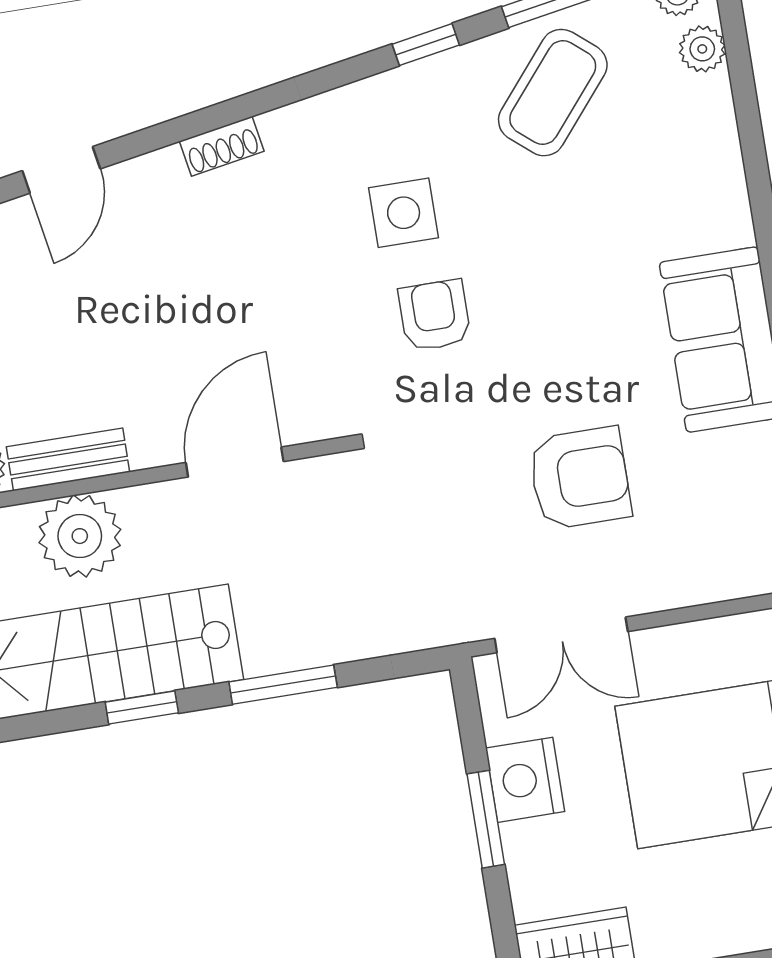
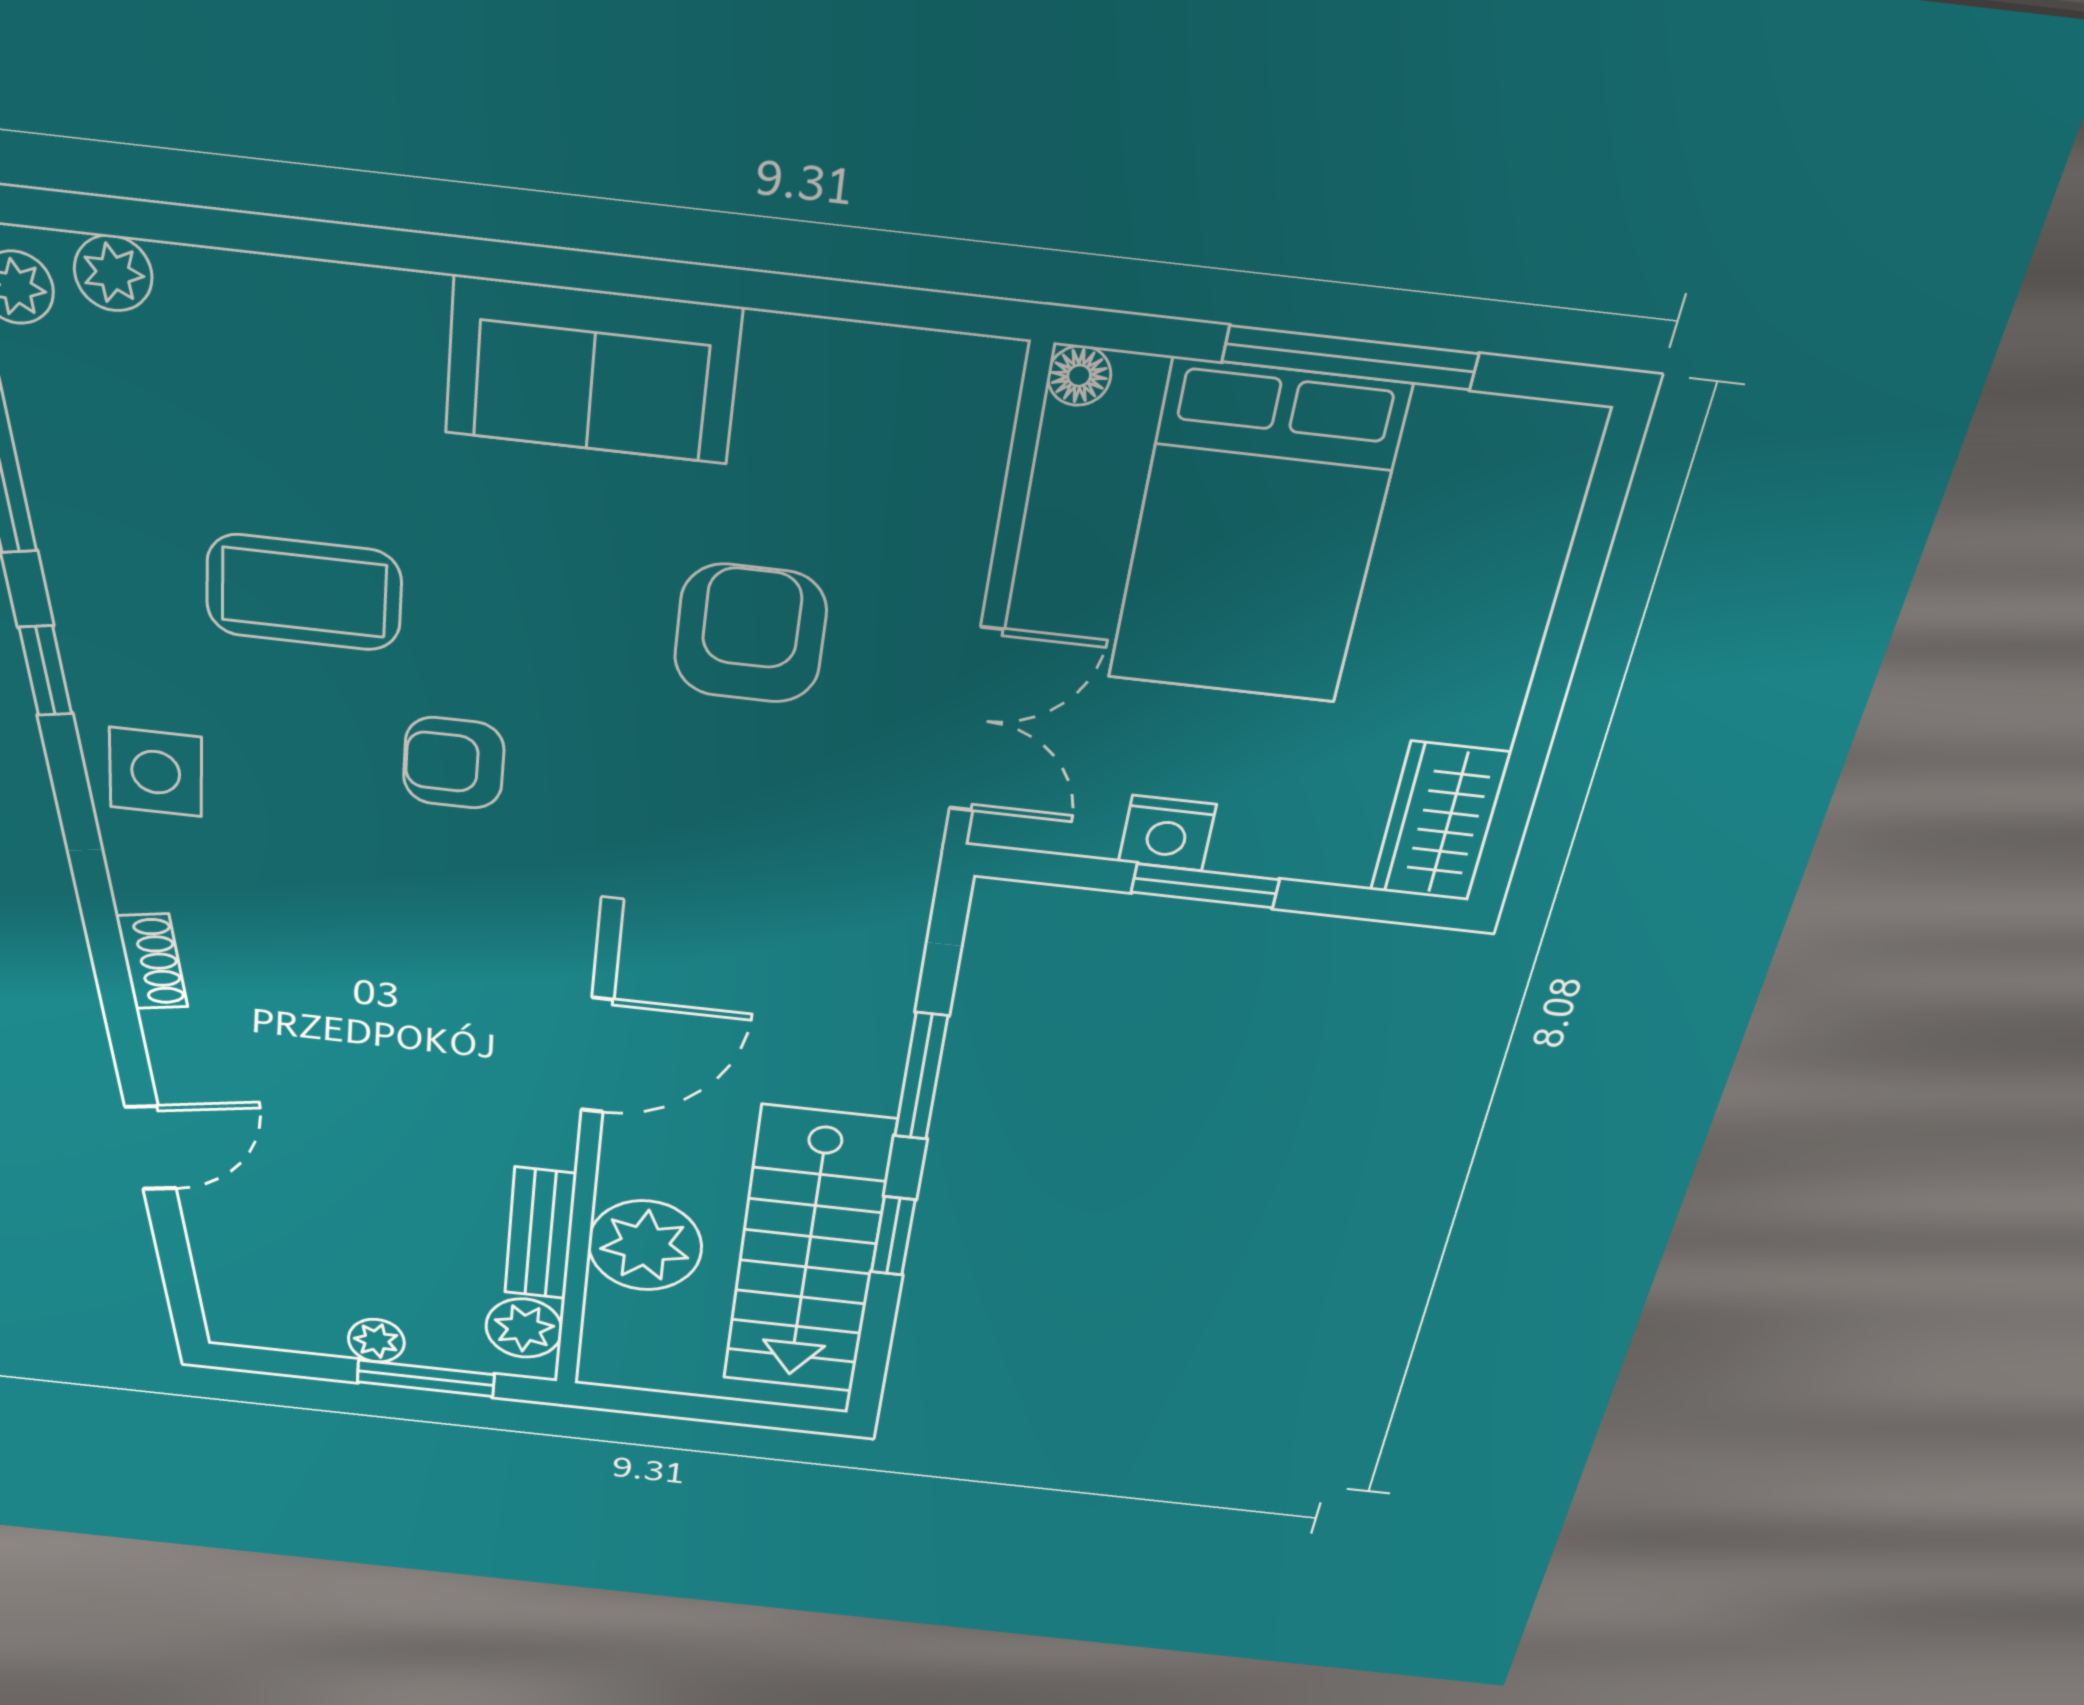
coffee table: (553, 93) -> (304, 592), moved, turned -40
door: (61, 170) -> (151, 1148), hinge flipped
side table: (404, 213) -> (156, 772), moved
door: (235, 462) -> (597, 1055), swing flipped
nightstand: (525, 780) -> (1167, 833), width x0.74, depth x0.75

